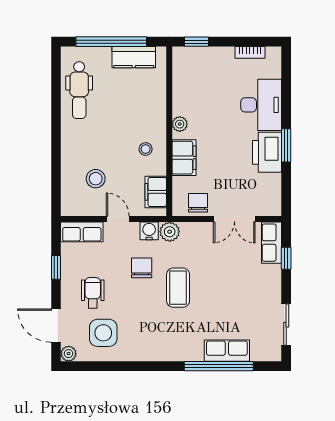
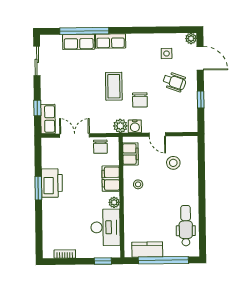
desk: (261, 105) -> (105, 227), moved, turned 180
row of seats: (82, 232) -> (111, 41), moved, turned 180
wheelchair: (93, 293) -> (174, 82), turned -70
side table: (103, 333) -> (167, 53), width x0.54, depth x0.54

